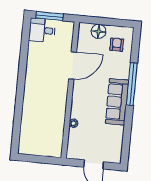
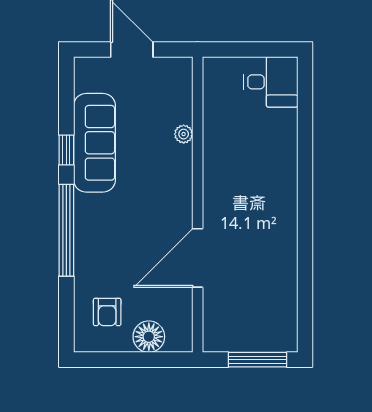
desk: (42, 30) -> (271, 82), moved
sofa: (117, 102) -> (95, 143), moved
window: (128, 121) -> (66, 150), added

